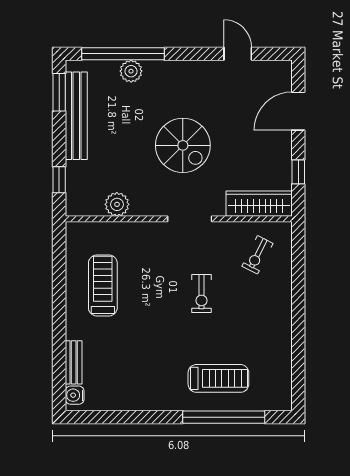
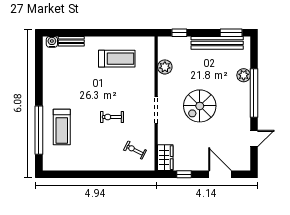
window: (123, 54) -> (254, 93), moved
wardrobe: (259, 204) -> (165, 158), width x0.67

